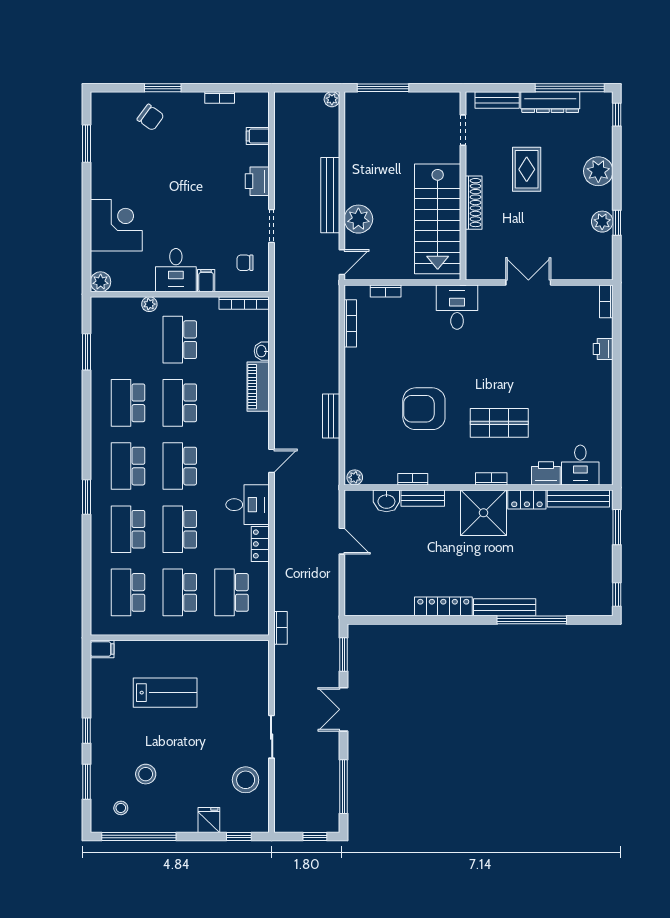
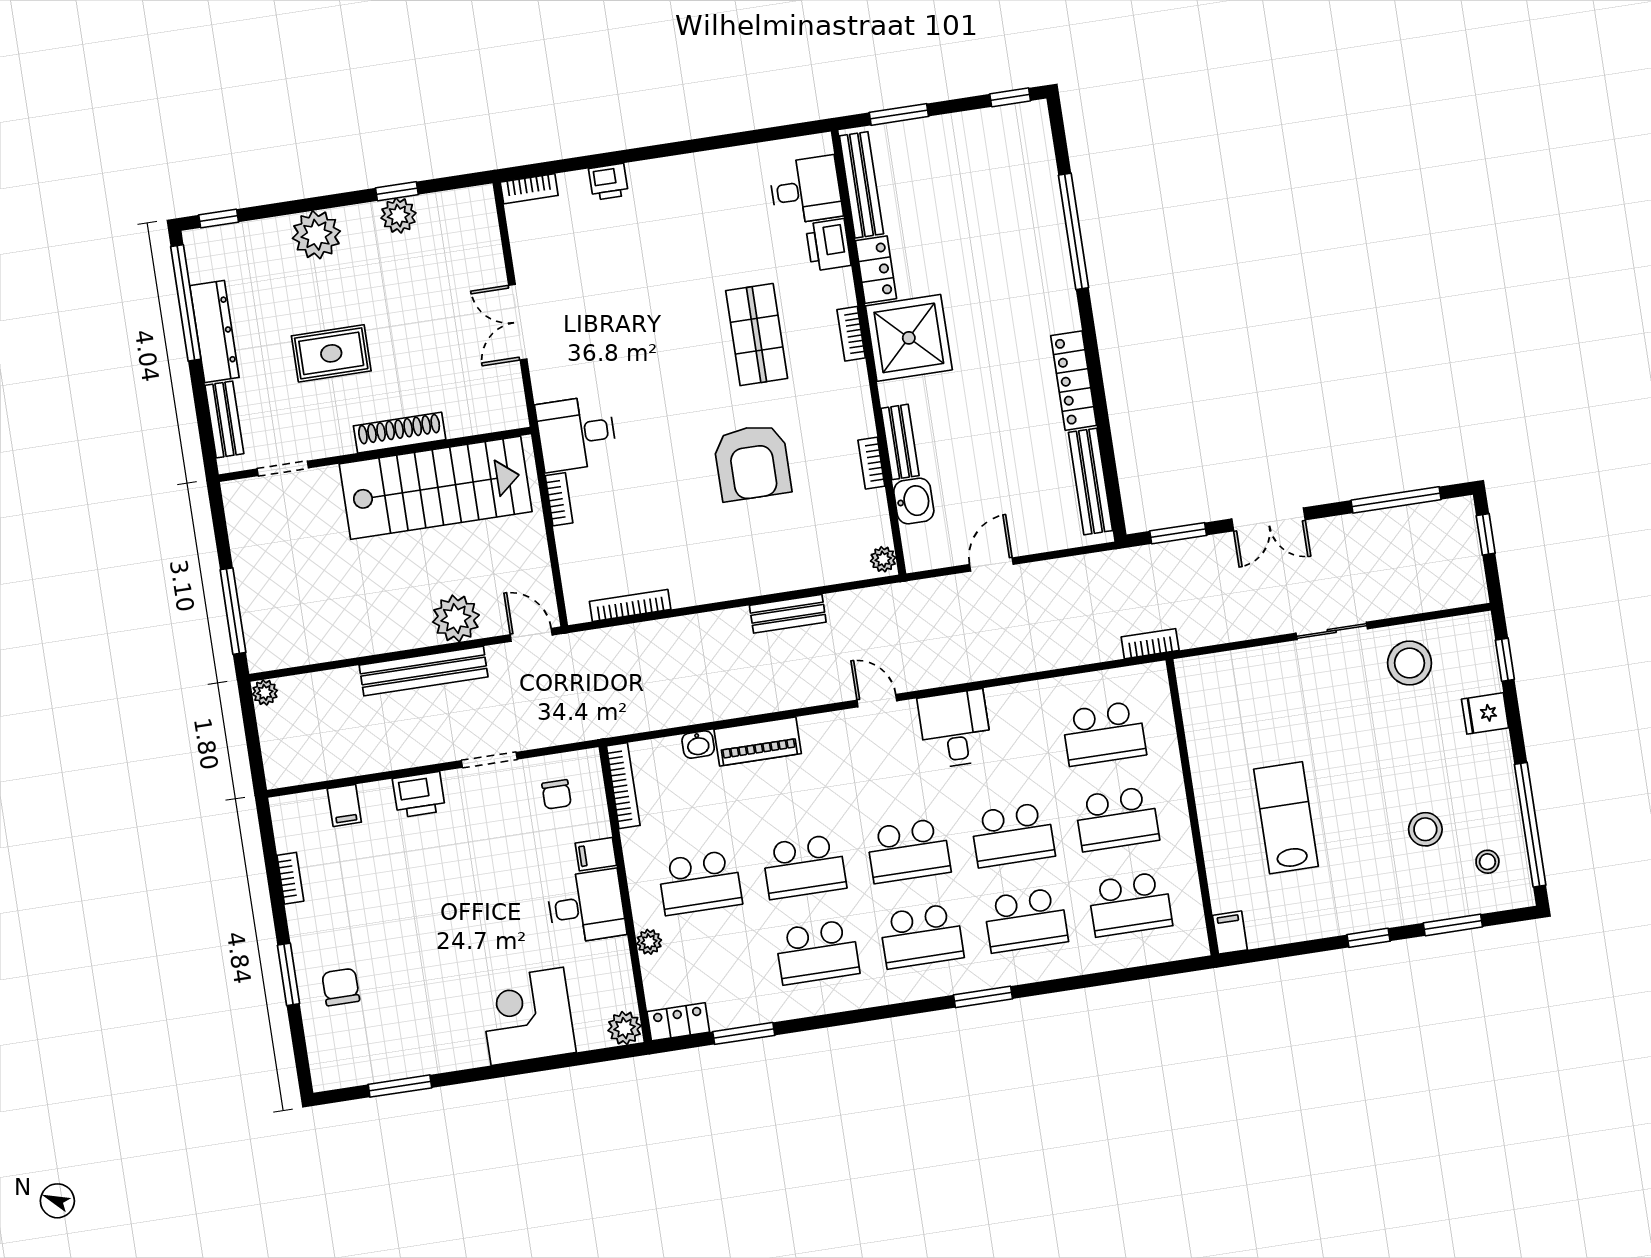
chair: (151, 117) -> (341, 987), turned -36
bookcase: (386, 291) -> (559, 499), moved
locker: (260, 544) -> (678, 1022), moved, turned 180
bench: (505, 607) -> (1090, 481), moved

